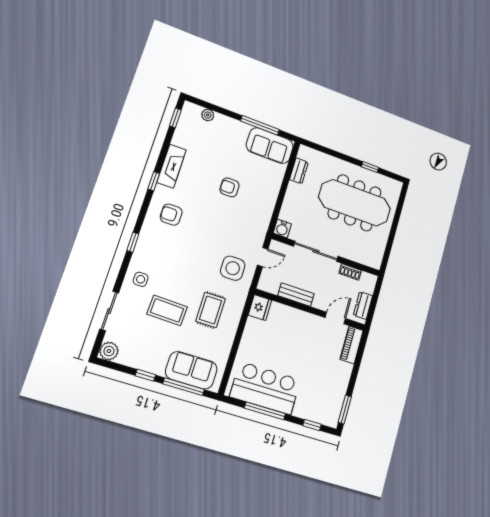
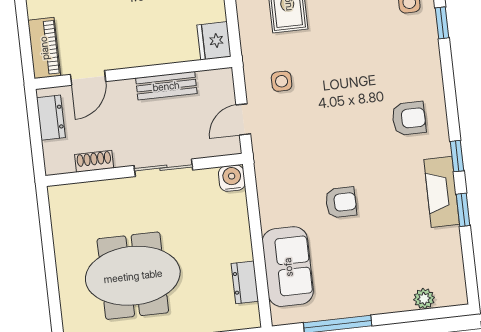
window: (175, 118) -> (463, 210), moved
sofa: (270, 146) -> (288, 267), moved, turned 90
meeting table: (355, 203) -> (133, 276), width x0.73
window: (133, 242) -> (442, 23), moved
sliding door: (316, 251) -> (163, 168), width x0.73
side table: (233, 268) -> (282, 81), width x0.54, depth x0.54

